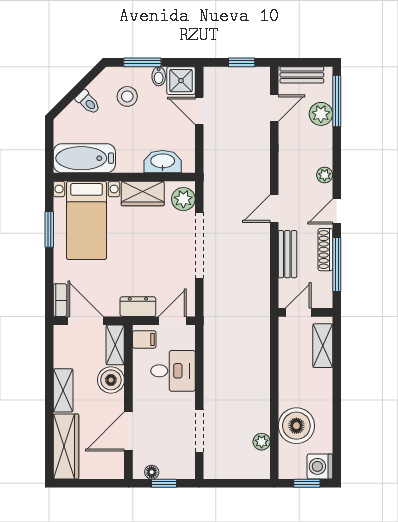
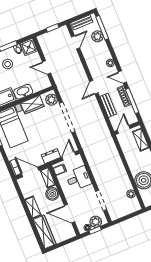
door: (199, 111) -> (47, 67), moved
washbasin: (163, 162) -> (23, 92), moved
door: (337, 211) -> (122, 77), hinge flipped
door: (128, 431) -> (70, 214), hinge flipped
plant: (172, 467) -> (96, 222), added

